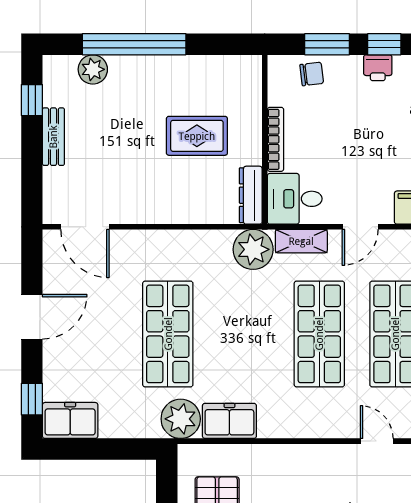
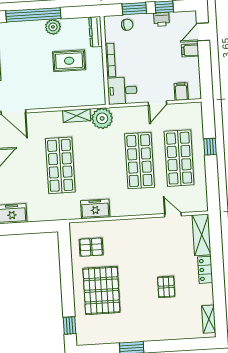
plant: (93, 69) -> (53, 27), moved
dresser: (251, 195) -> (96, 32), moved
shelving: (301, 241) -> (77, 116), moved
plant: (181, 419) -> (70, 209), removed

